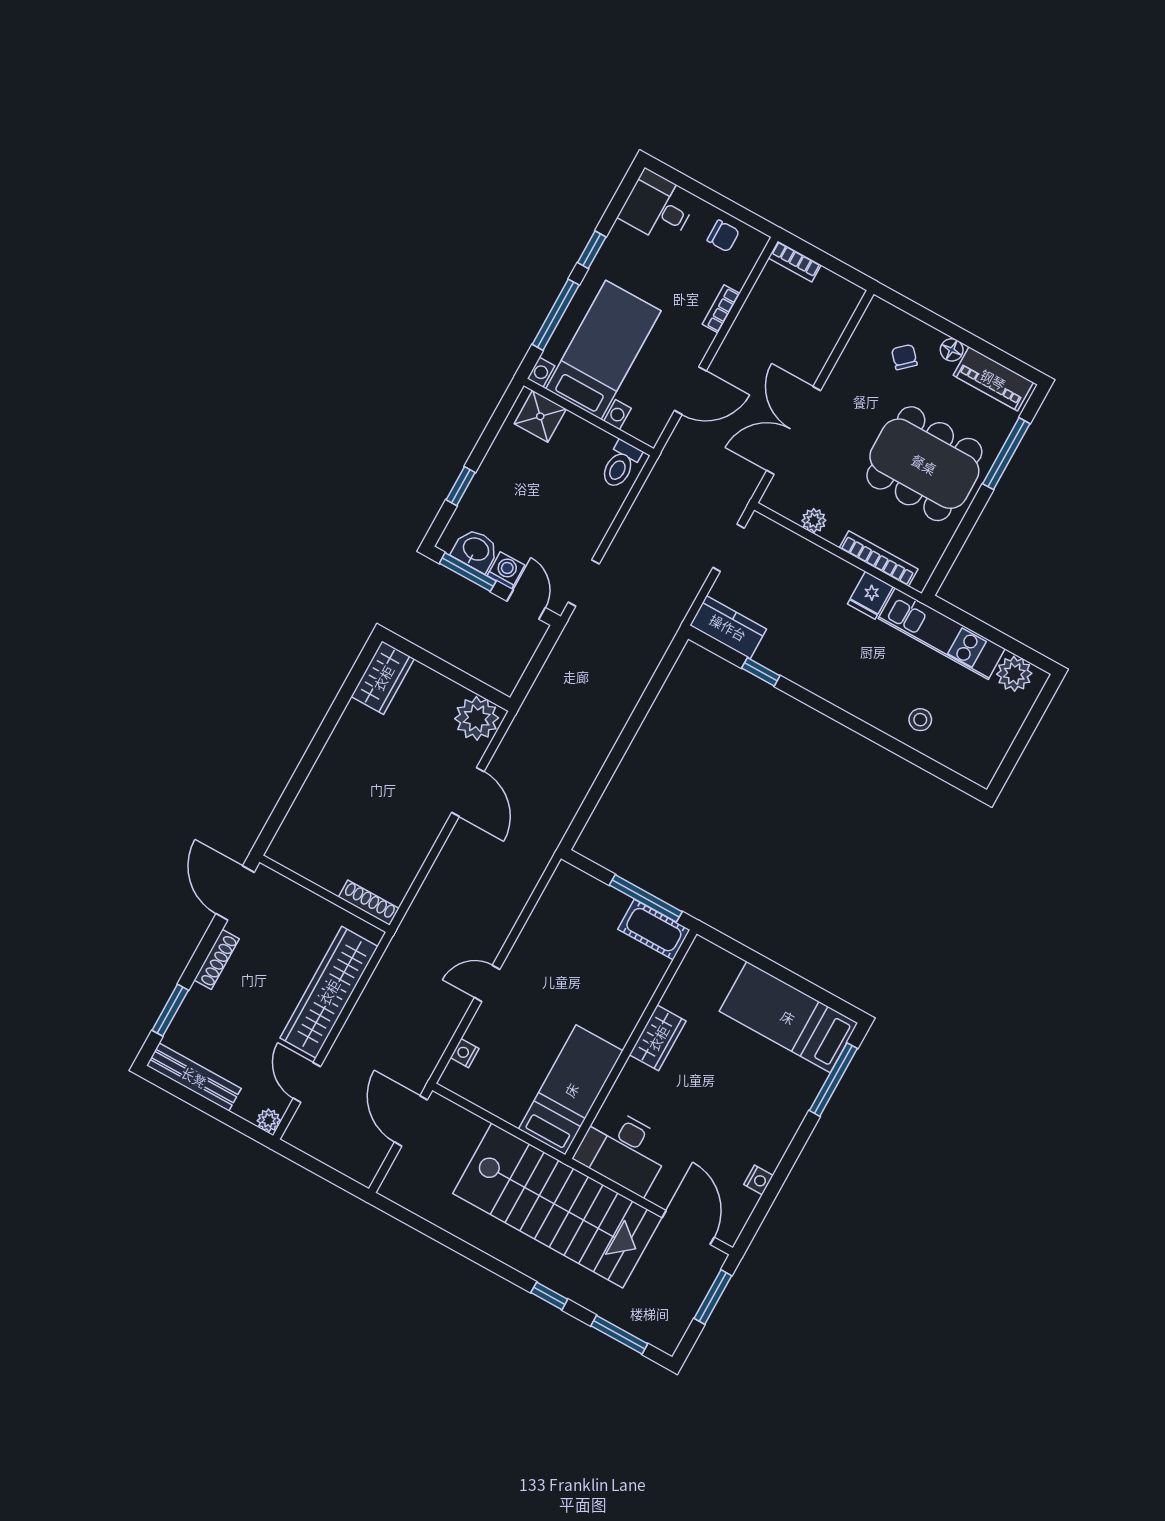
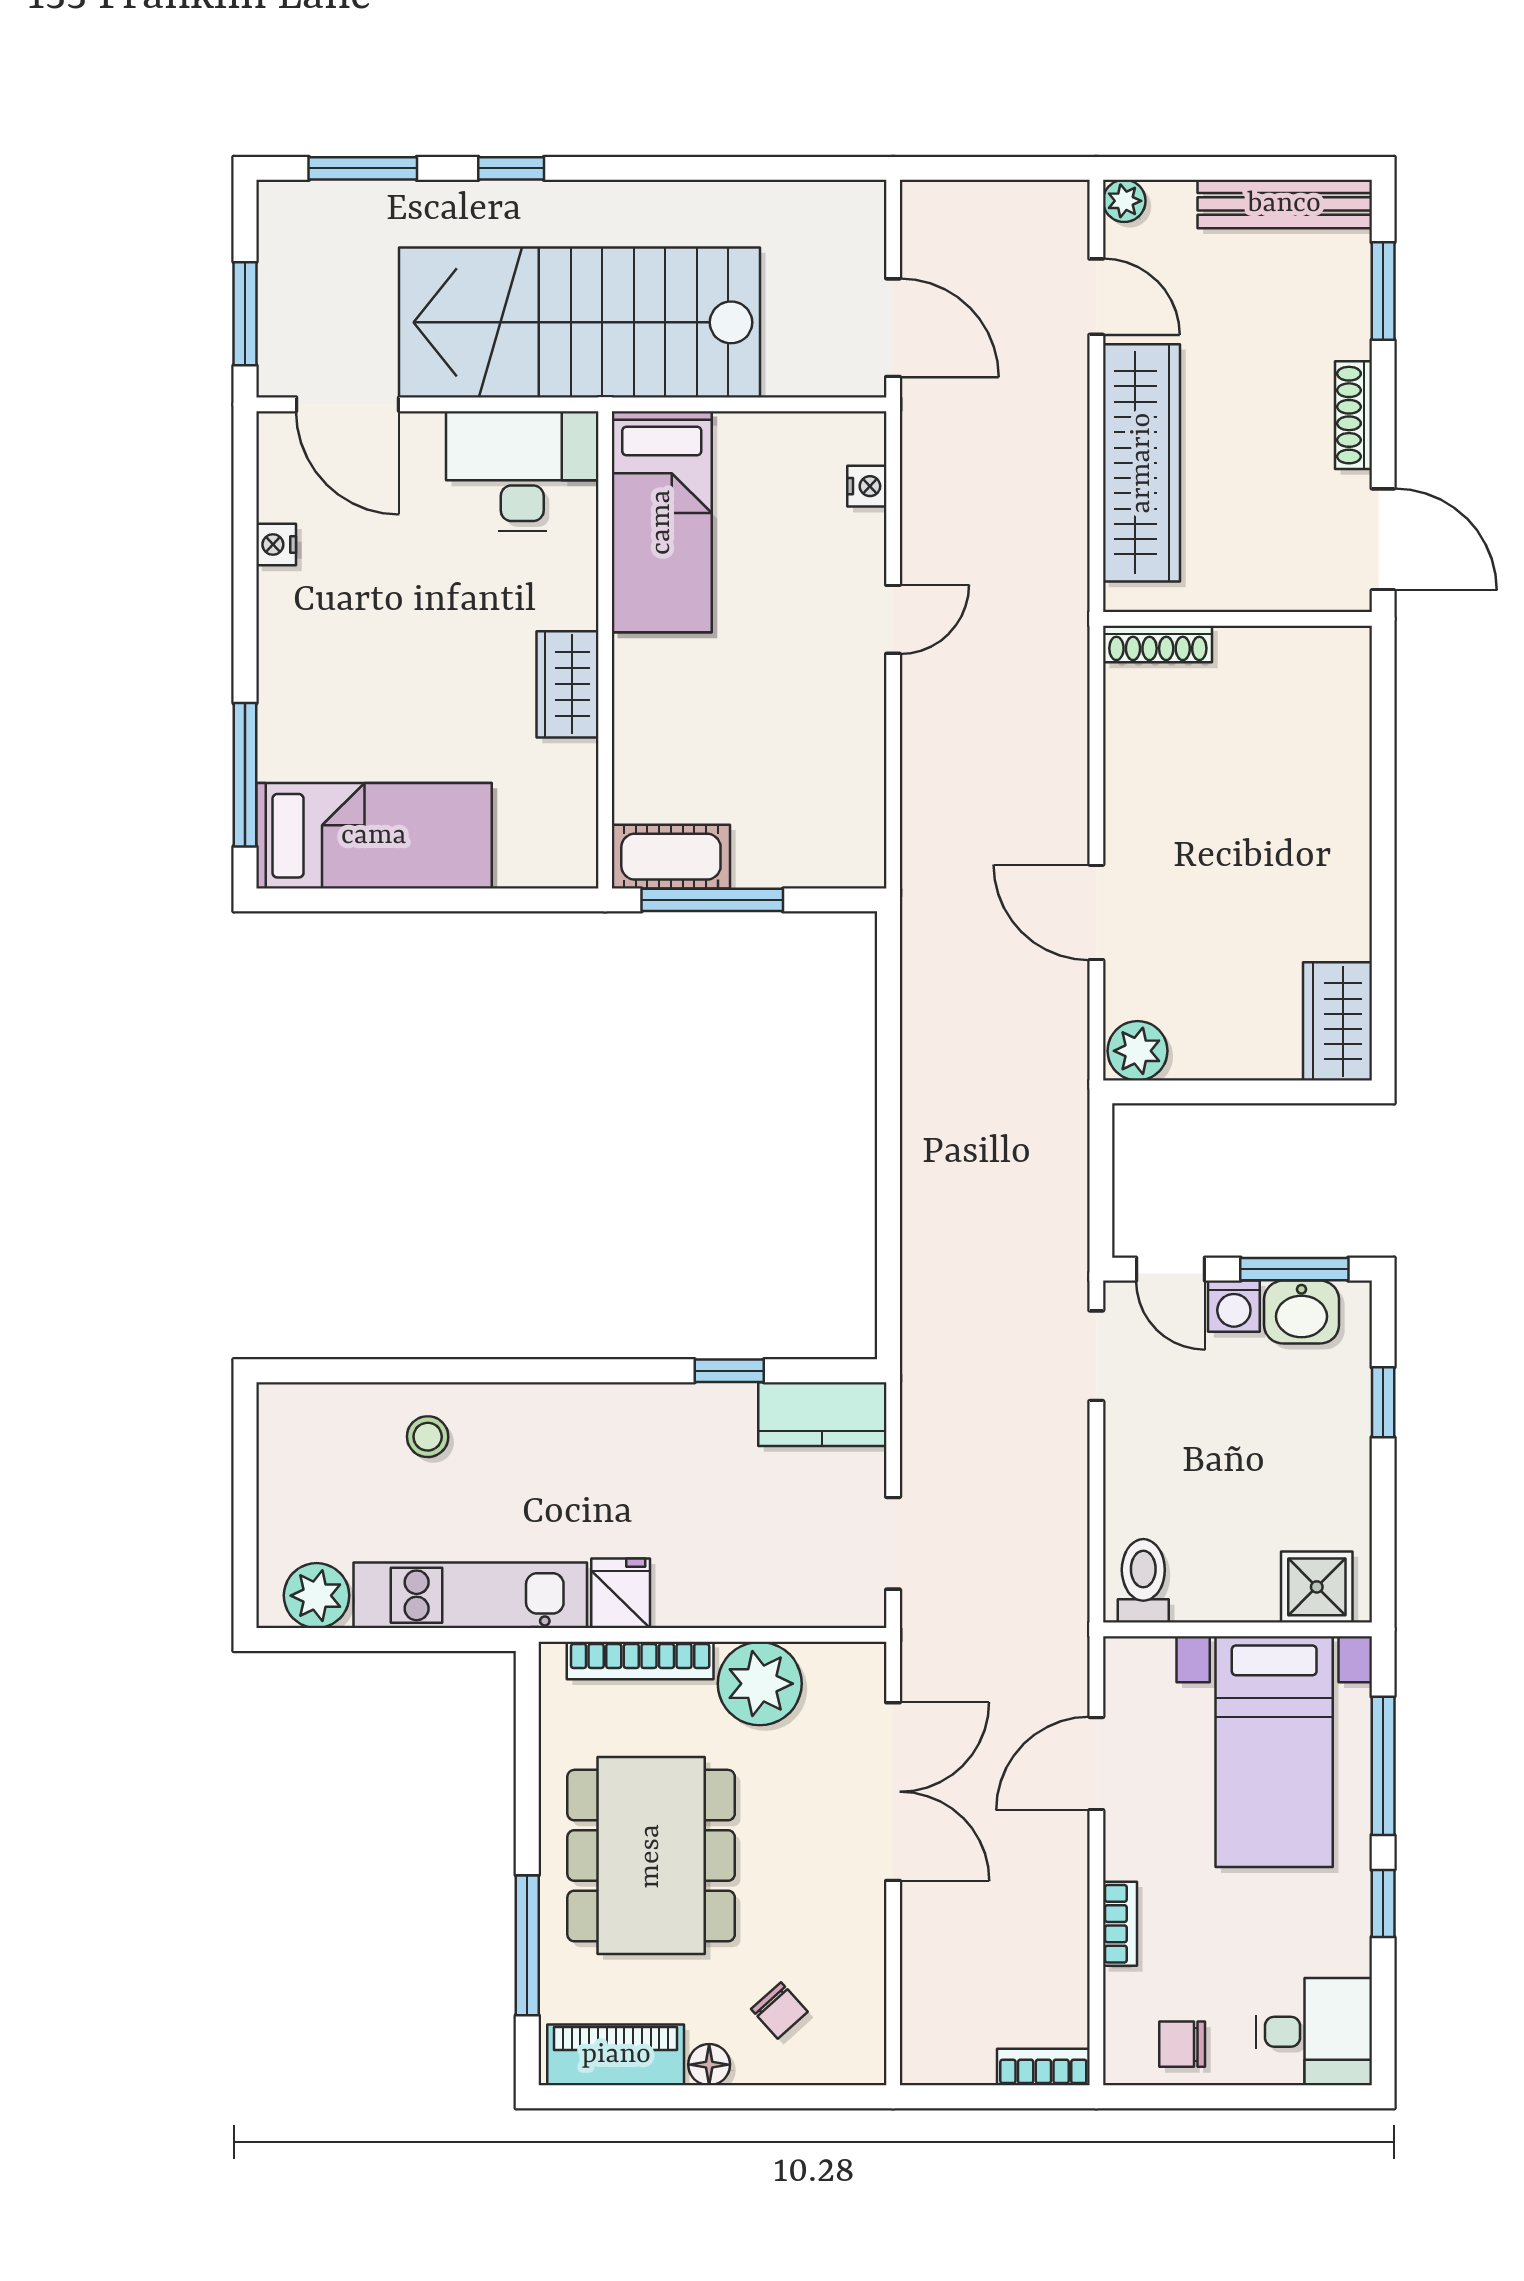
dining table: (924, 464) -> (651, 1856), turned 90
plant: (814, 520) -> (760, 1684), width x1.88, depth x1.88
plant: (477, 718) -> (1138, 1051), width x0.73, depth x0.73

